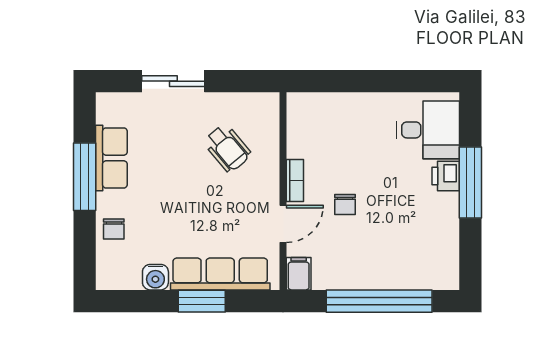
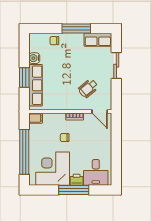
row of seats: (111, 158) -> (98, 40), moved
door: (283, 224) -> (100, 112), moved
corner desk: (419, 233) -> (53, 169), added

